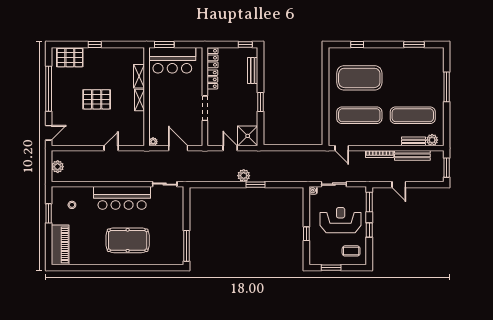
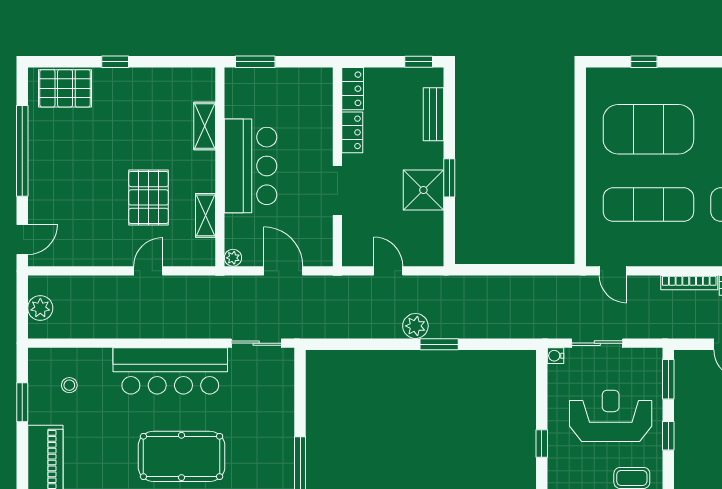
bar counter: (172, 60) -> (251, 166), moved, turned -90
pallet: (97, 99) -> (149, 197), moved, turned 90
shelving: (140, 100) -> (205, 215), moved
shower: (248, 136) -> (423, 190), moved

